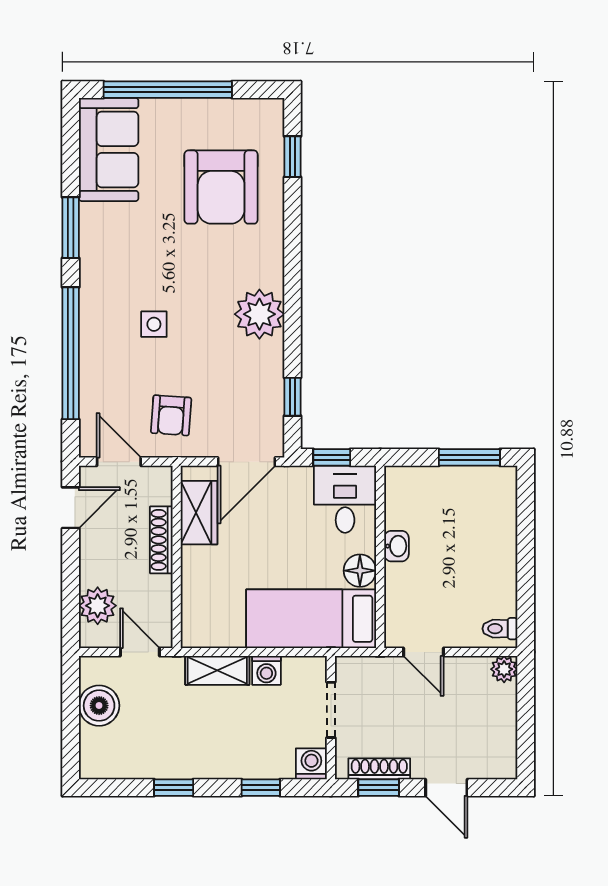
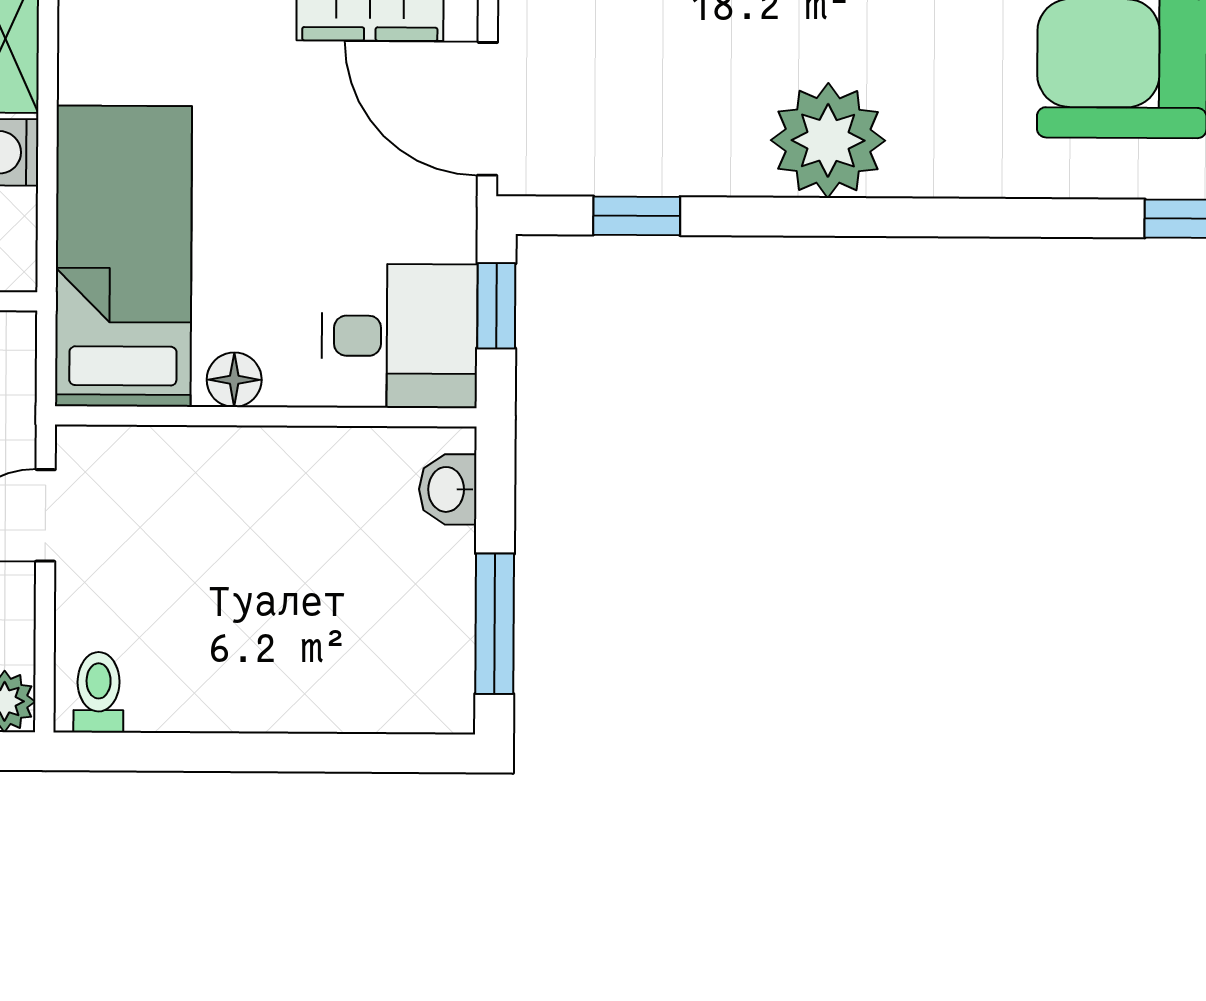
washbasin: (396, 546) -> (448, 489), moved, turned 90
floor lamp: (360, 571) -> (234, 380), width x0.73, depth x0.73

